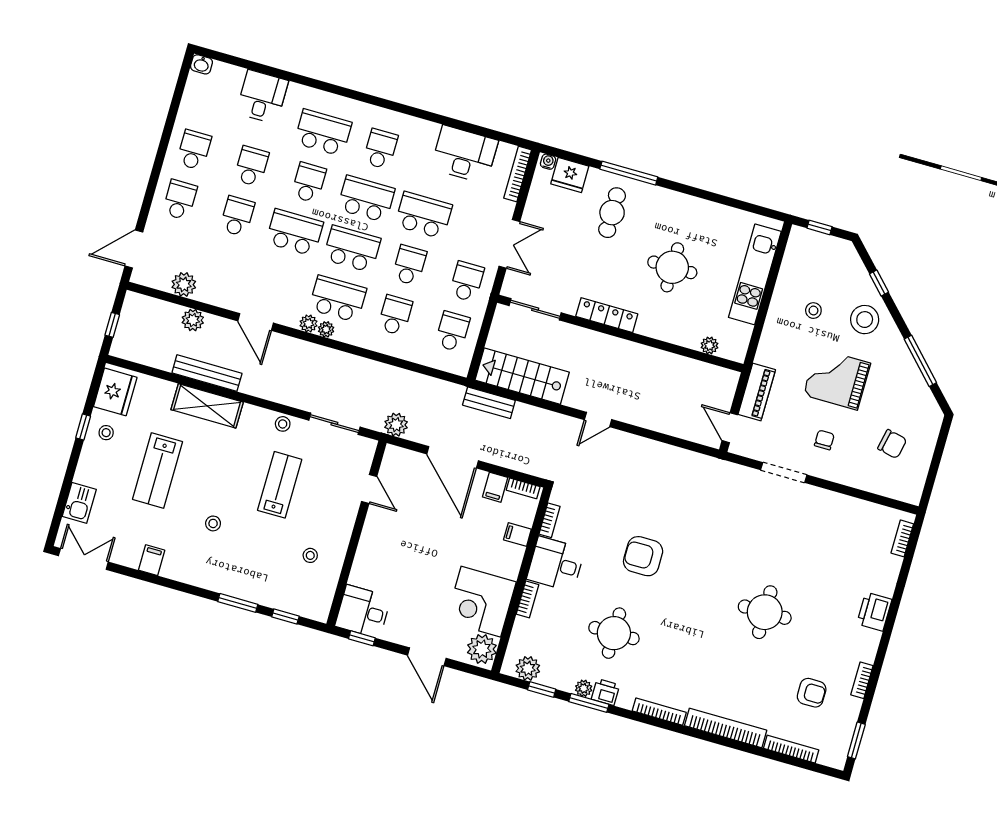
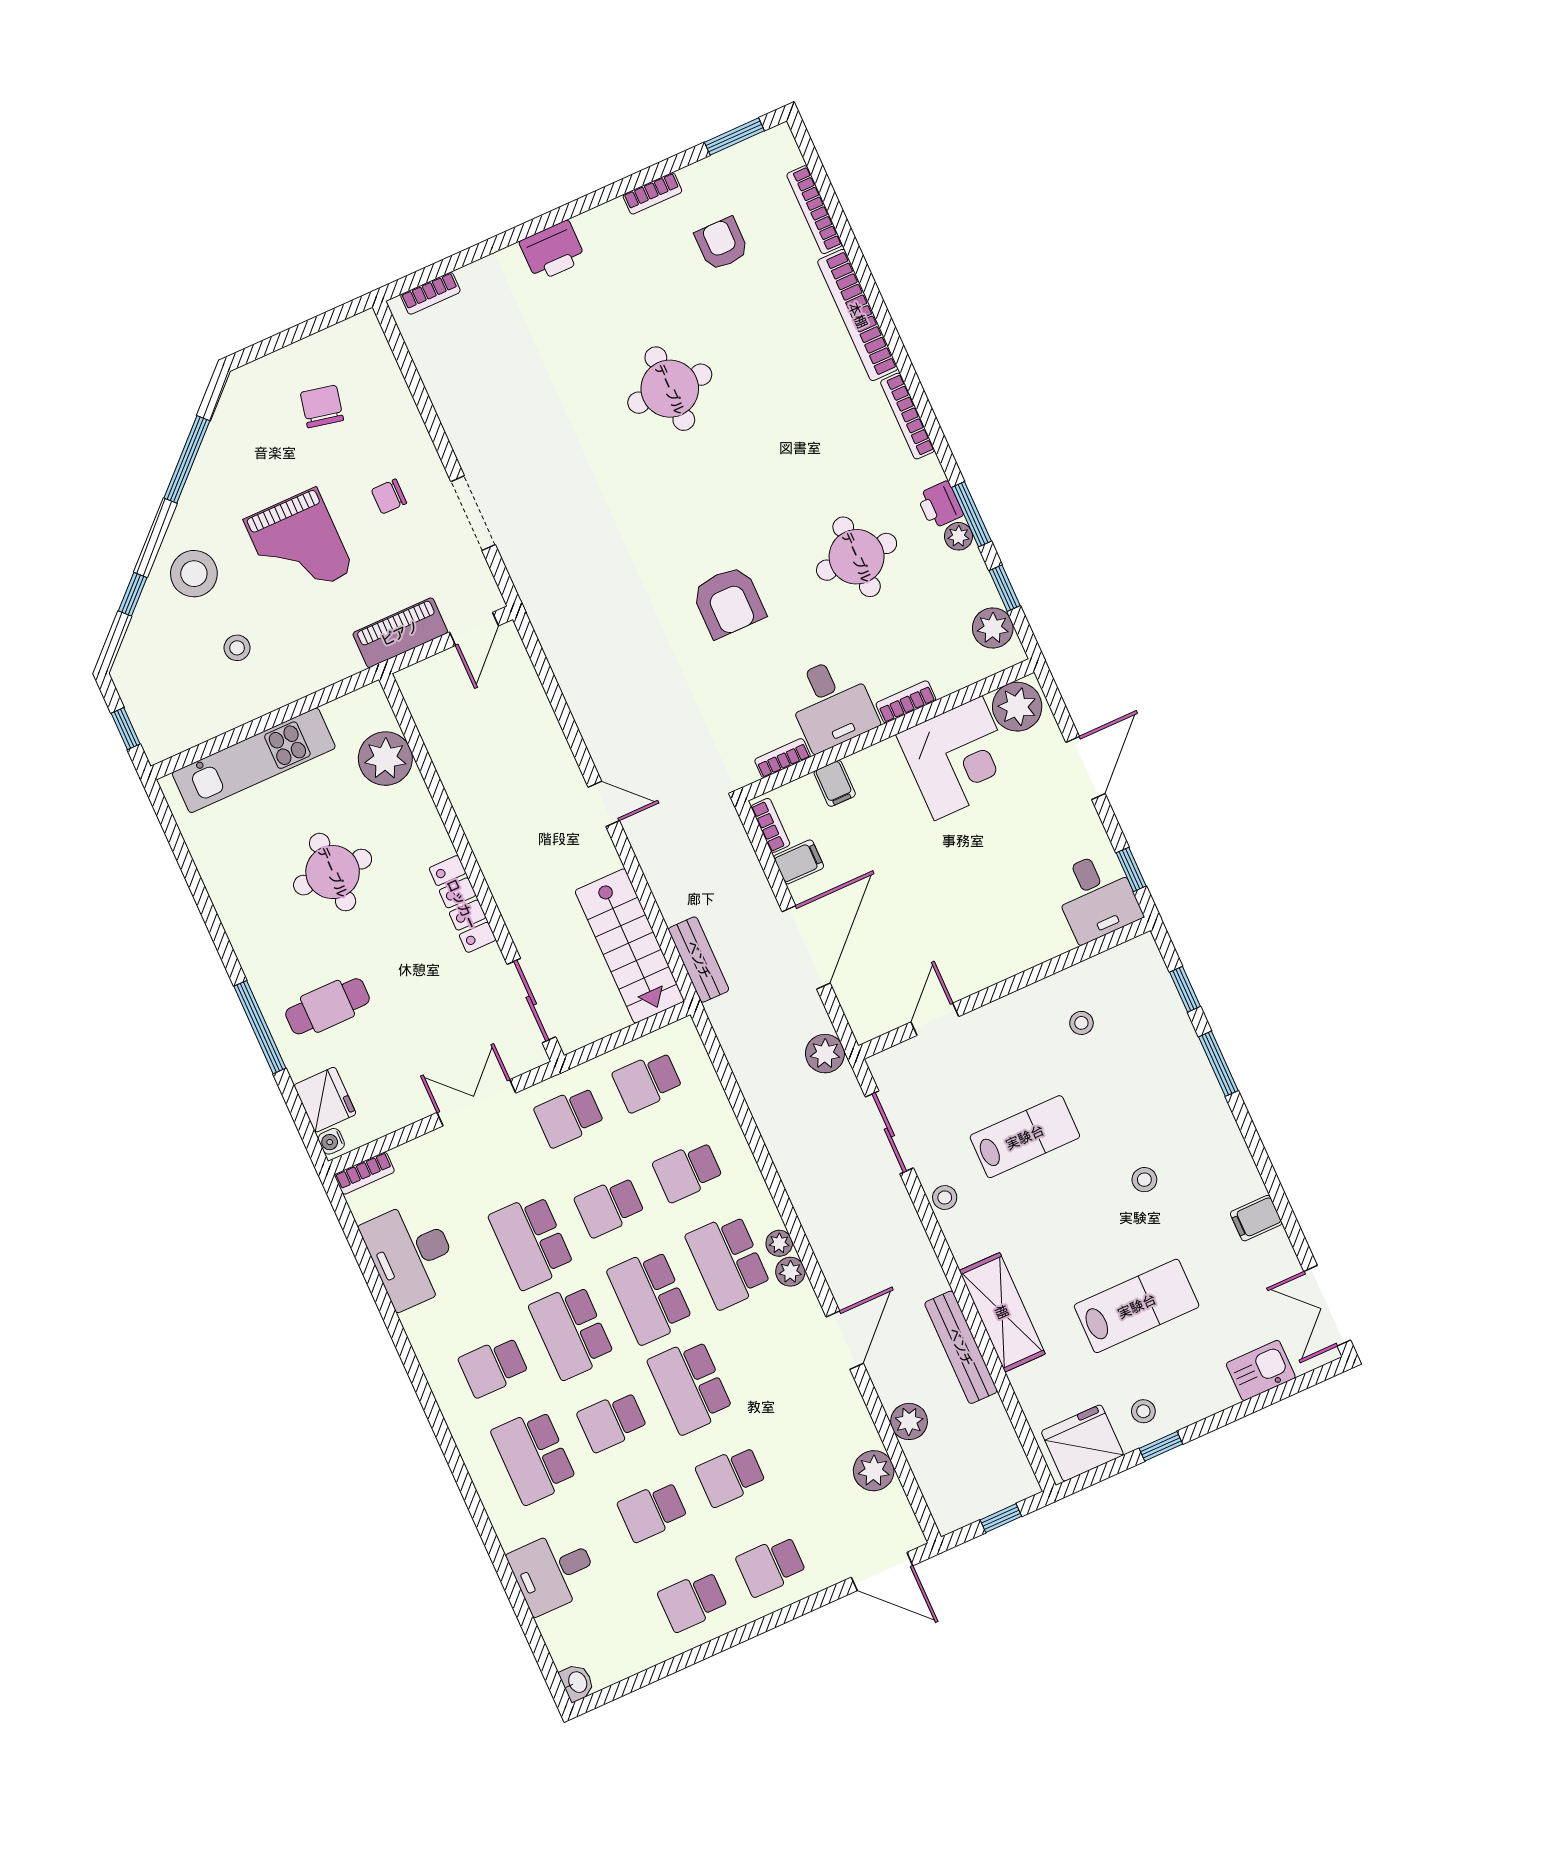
bookcase: (518, 174) -> (364, 1173), width x0.64
plant: (710, 345) -> (385, 759), width x1.87, depth x1.87
lab bench: (280, 485) -> (1025, 1137), turned 180

